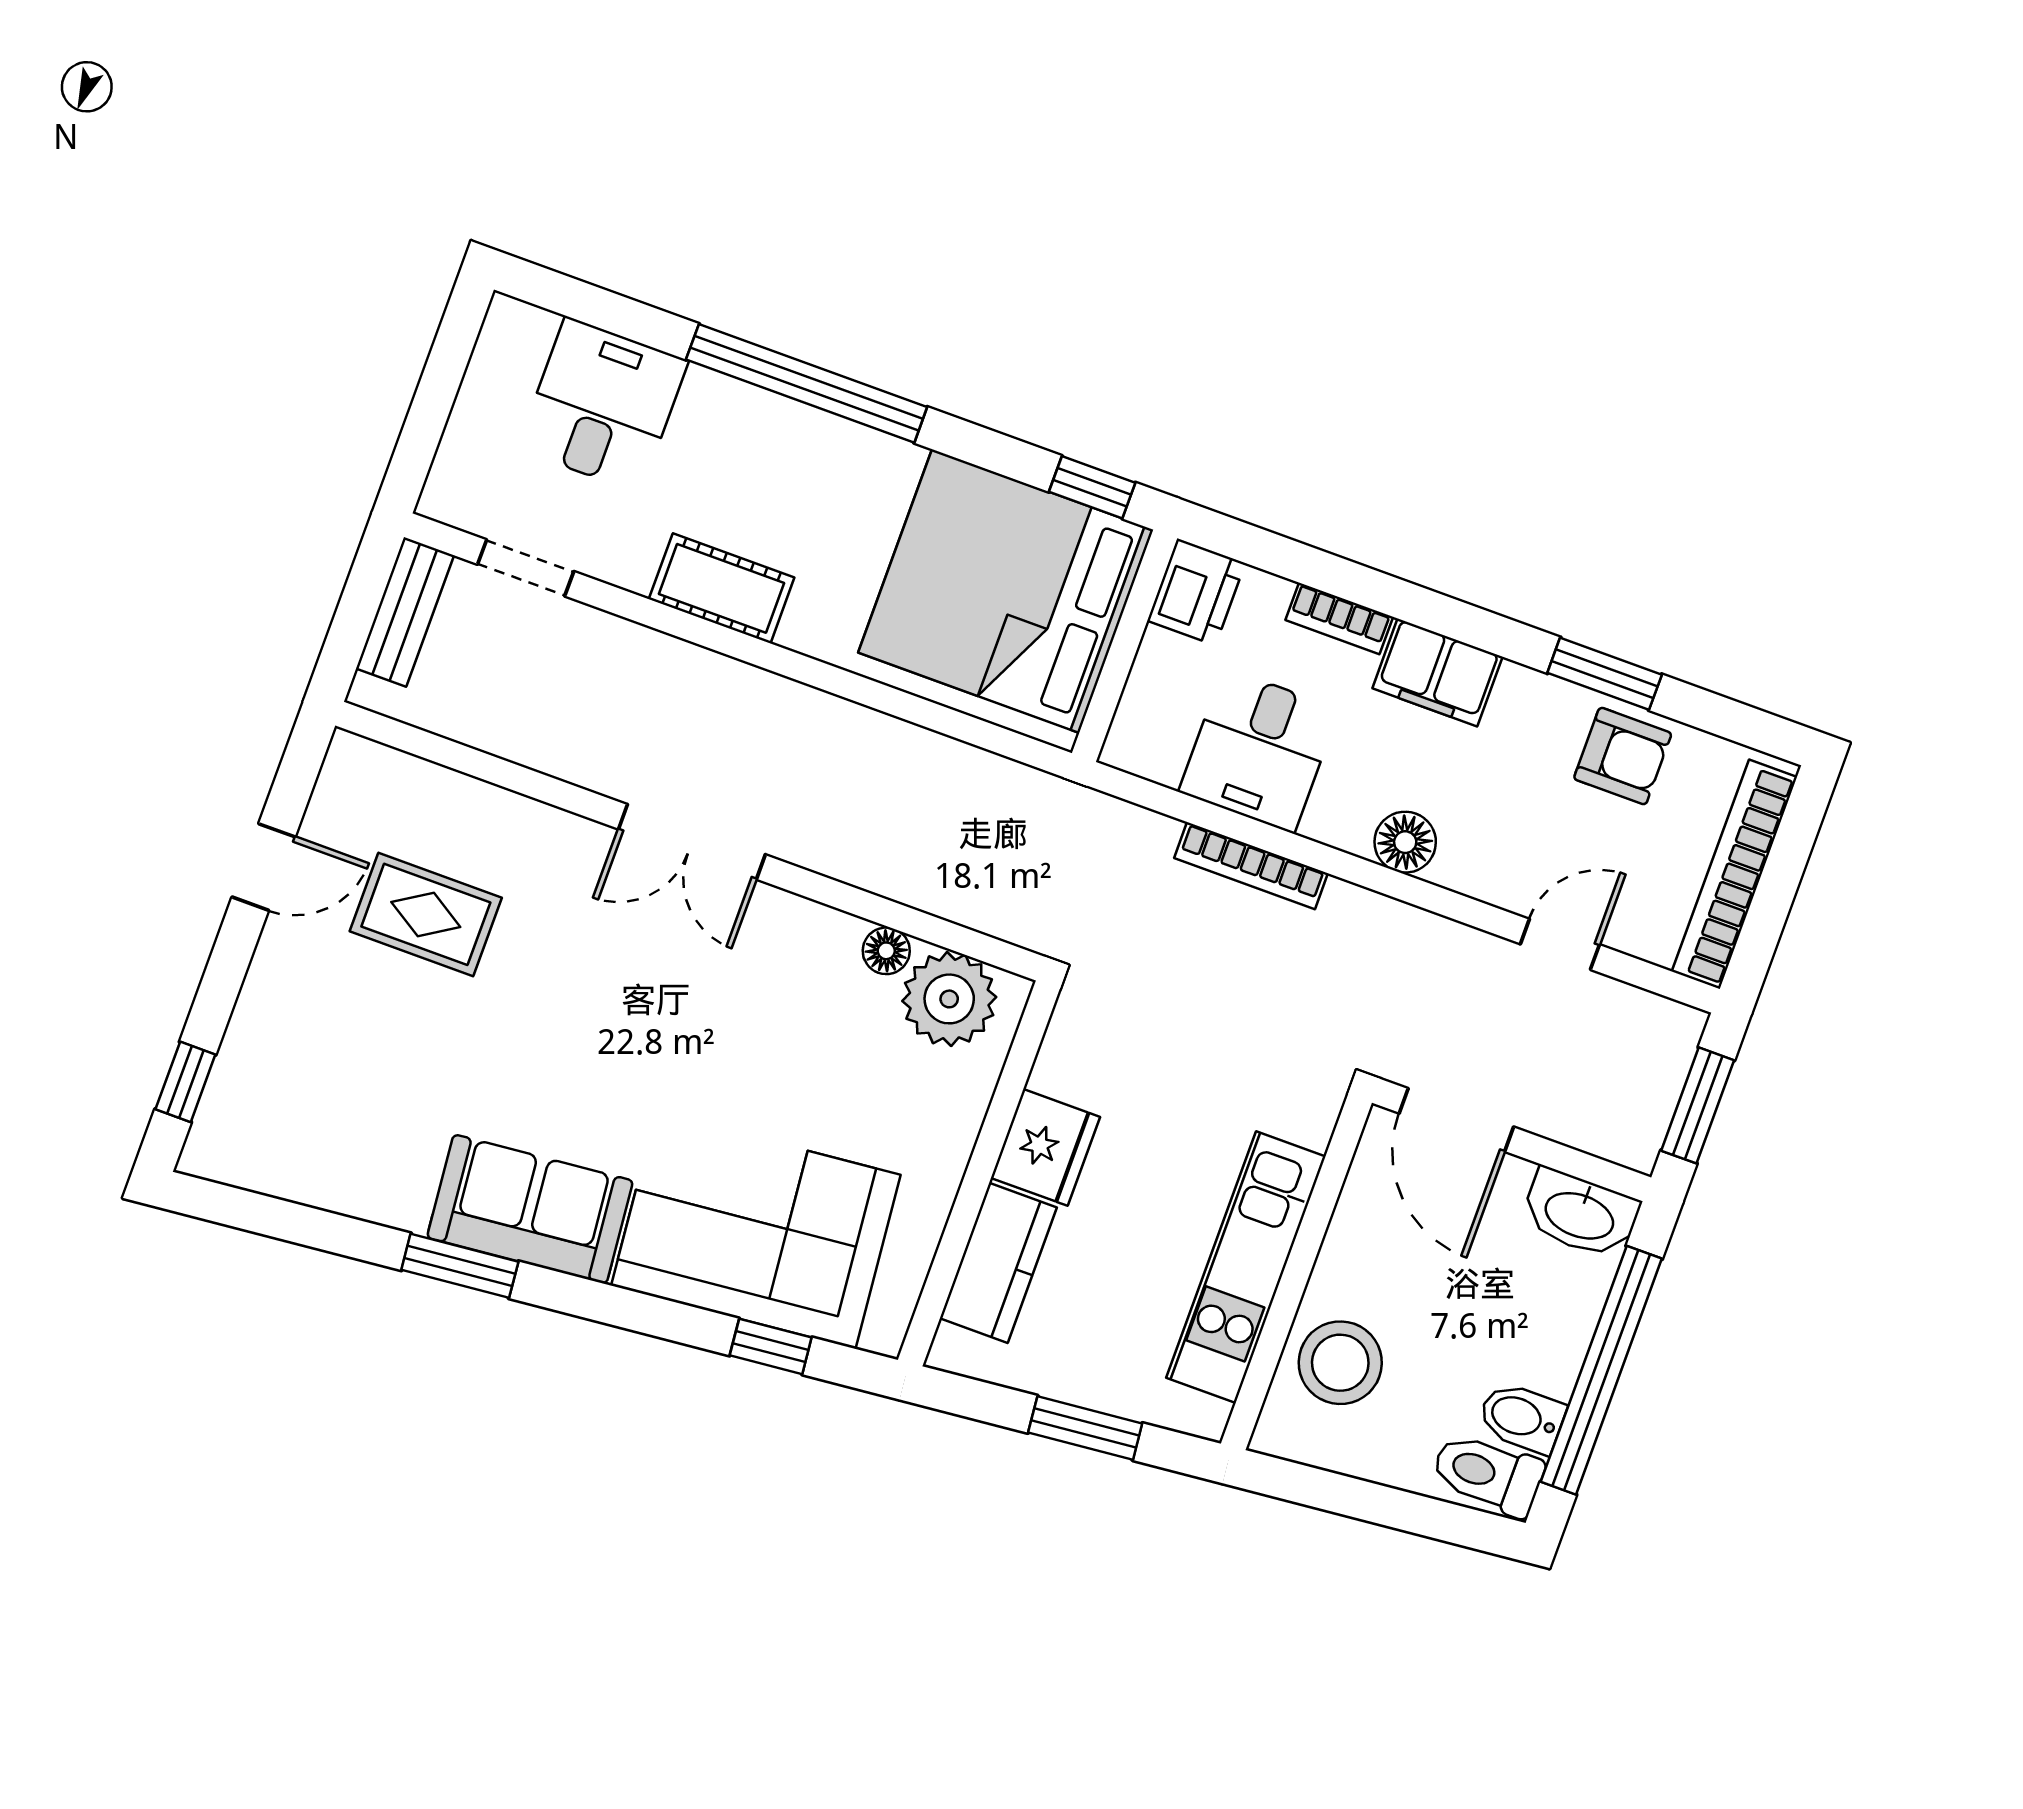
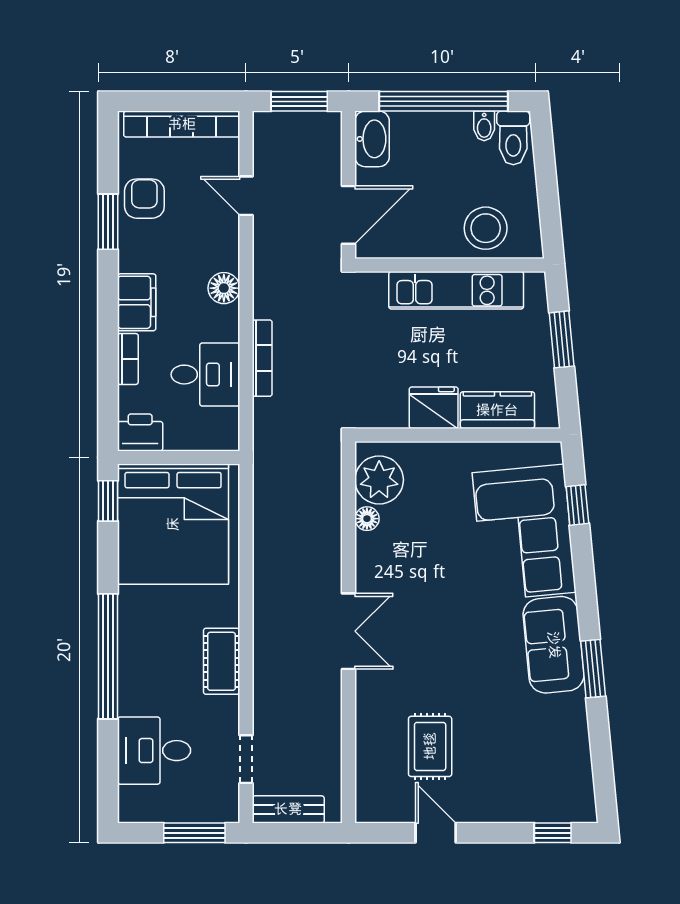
window: (425, 424) -> (194, 833), added
bidet: (1522, 1418) -> (484, 126), width x0.72, depth x0.74

